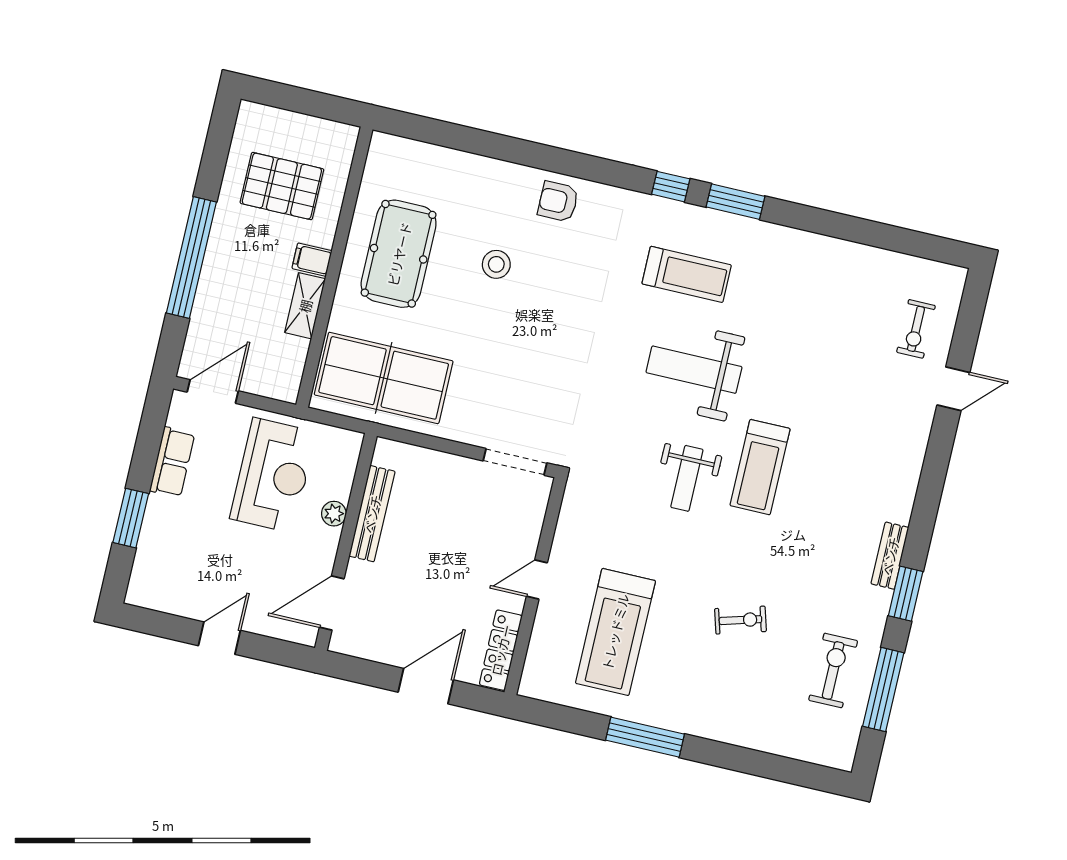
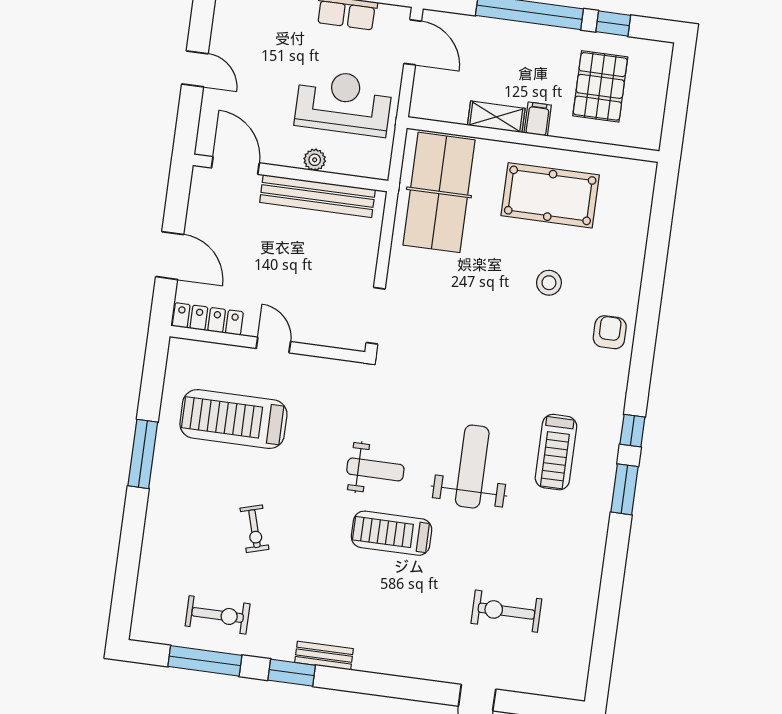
window: (213, 165) -> (613, 24), added
exercise bike: (916, 329) -> (506, 611), moved, width x1.38, depth x1.39
reception desk: (273, 475) -> (344, 103), turned 180
weight bench: (687, 478) -> (375, 469), turned 180
bench: (372, 514) -> (317, 196), width x1.37, depth x1.21

